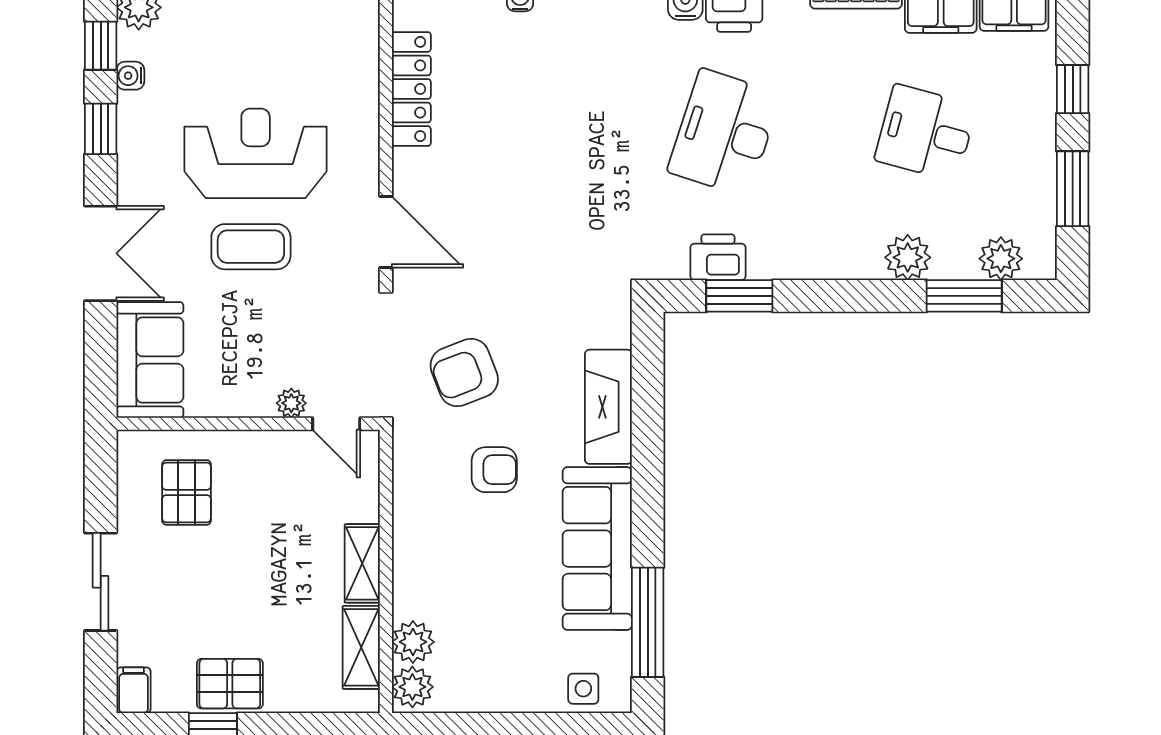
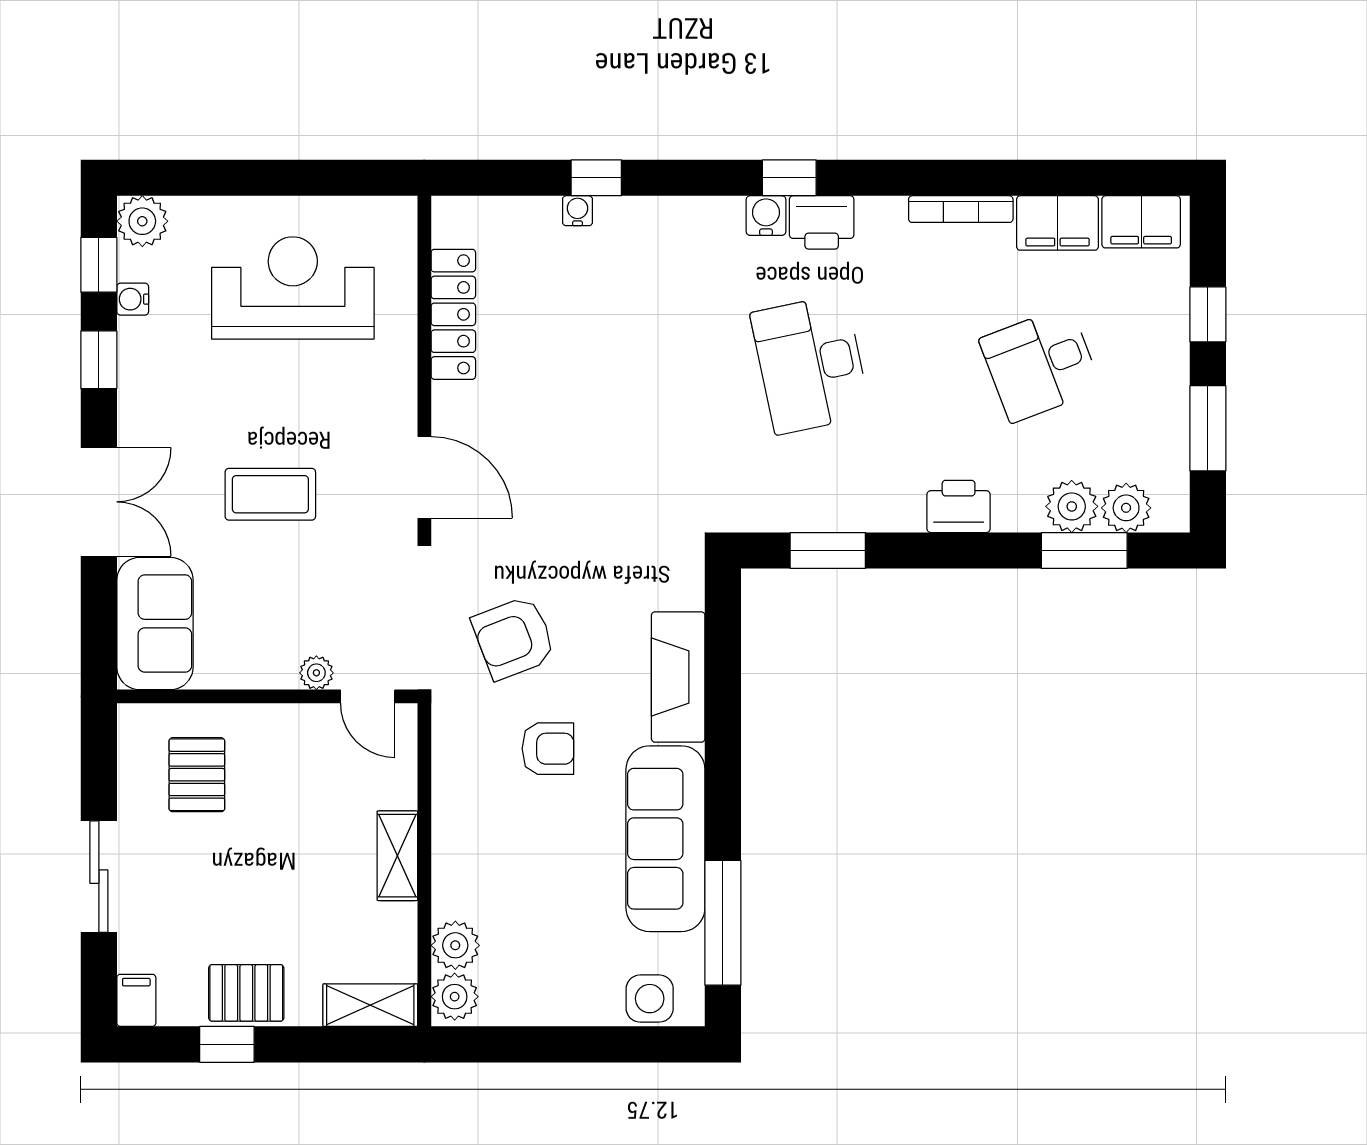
desk: (724, 133) -> (810, 364), turned -30
desk: (926, 133) -> (1040, 364), turned -36
reception desk: (256, 153) -> (293, 288), moved
printer: (718, 257) -> (959, 506), moved
plant: (908, 257) -> (1072, 506), moved
shelving: (361, 647) -> (370, 1005), moved, turned 90
side table: (583, 689) -> (650, 999), width x1.37, depth x1.37

